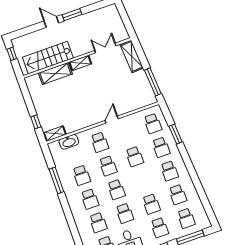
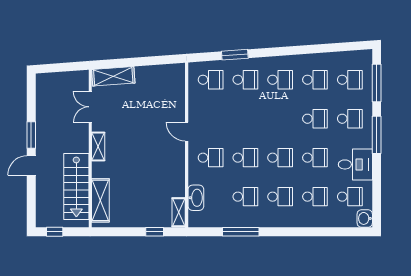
shelving: (55, 73) -> (100, 200), moved
window: (153, 82) -> (156, 60), removed
school desk: (135, 157) -> (245, 119), removed

